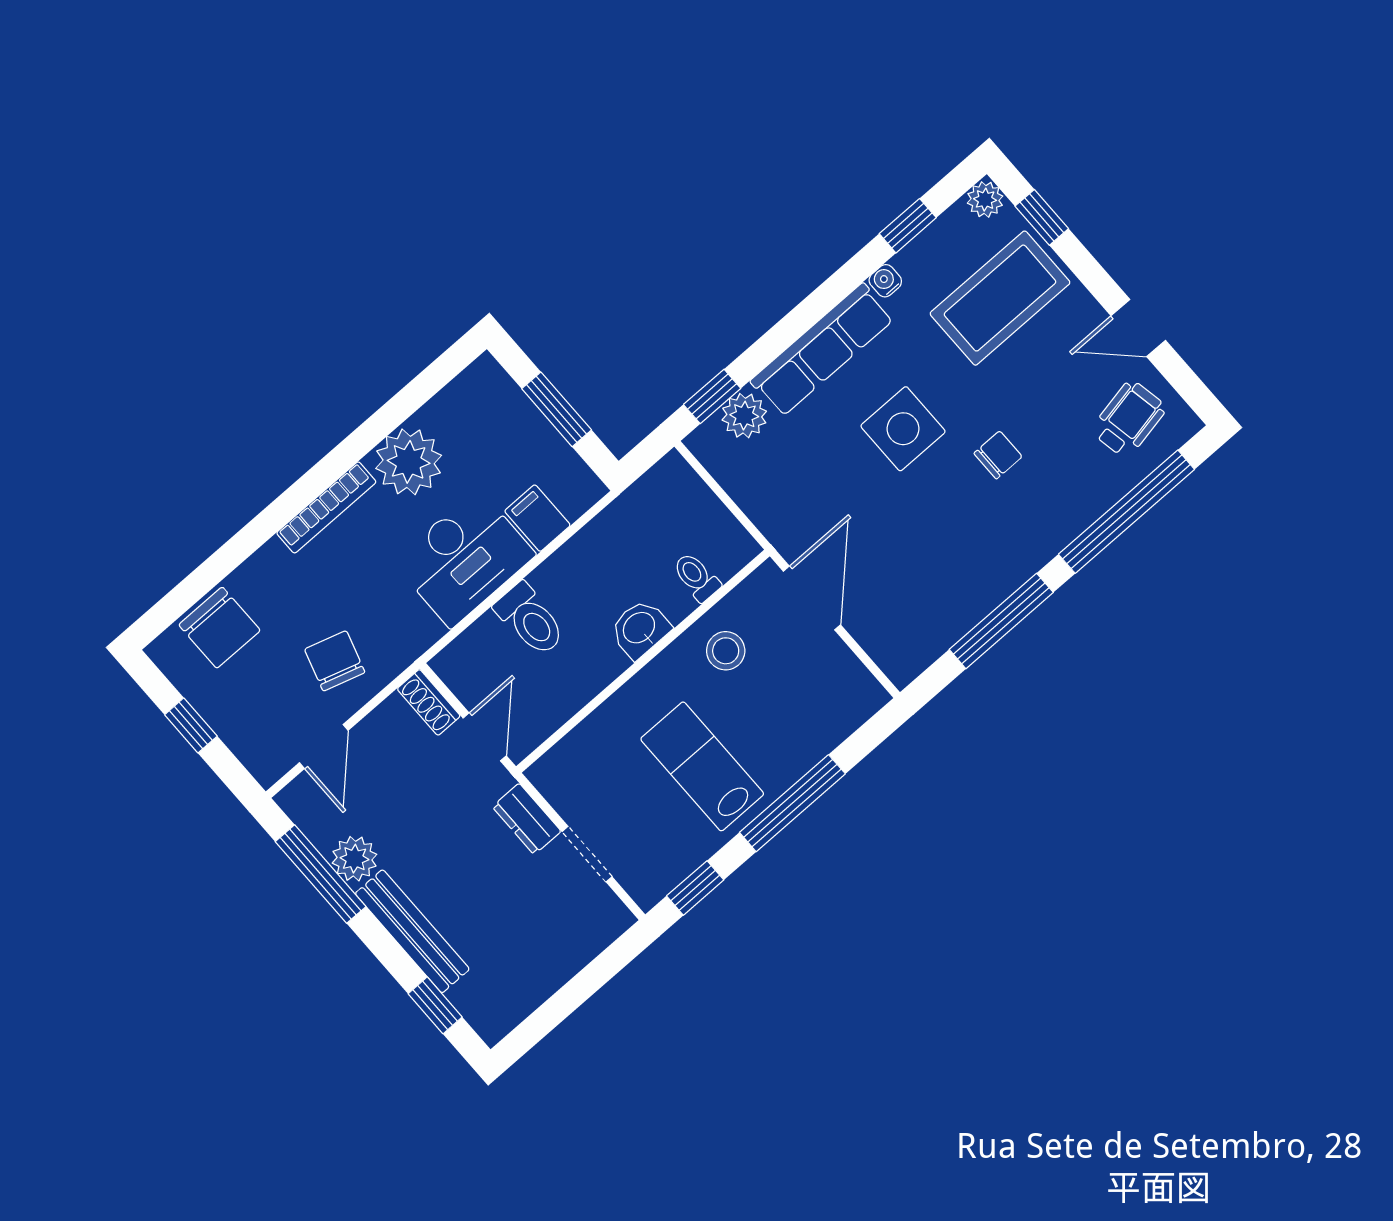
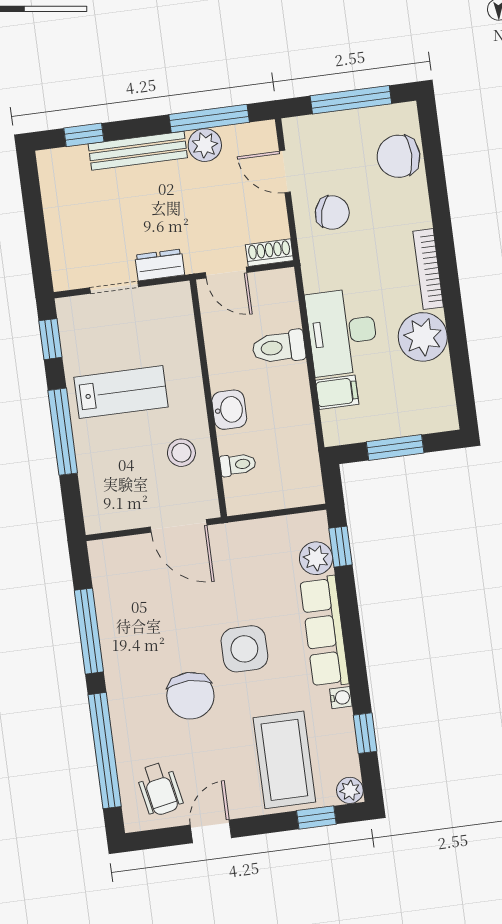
chair: (998, 455) -> (190, 696), width x1.87, depth x1.87
window: (191, 725) -> (351, 100), width x2.17

